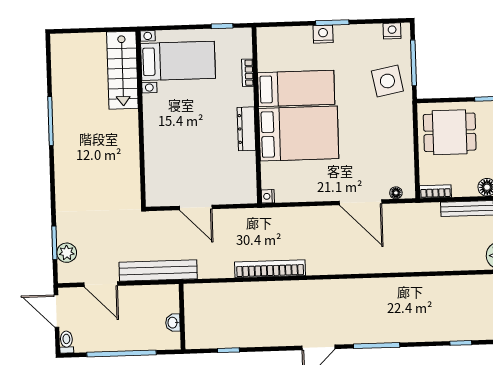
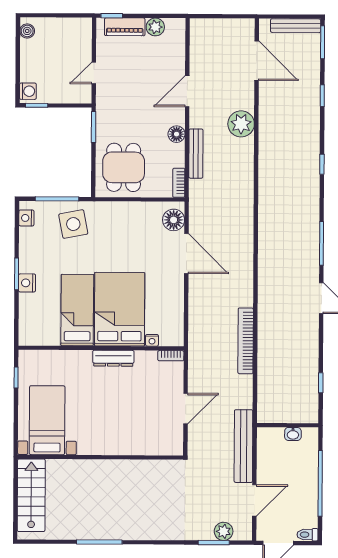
stairs: (122, 70) -> (31, 495), moved, turned -90
bookcase: (248, 73) -> (171, 356), moved
floor lamp: (396, 193) -> (174, 220), width x1.89, depth x1.89
nightstand: (268, 196) -> (152, 340), moved
door: (361, 202) -> (186, 254), hinge flipped

